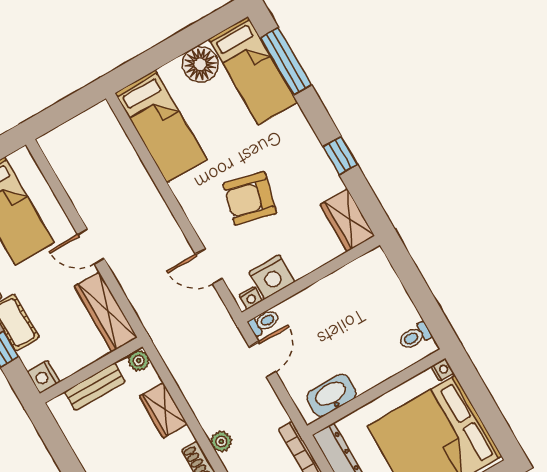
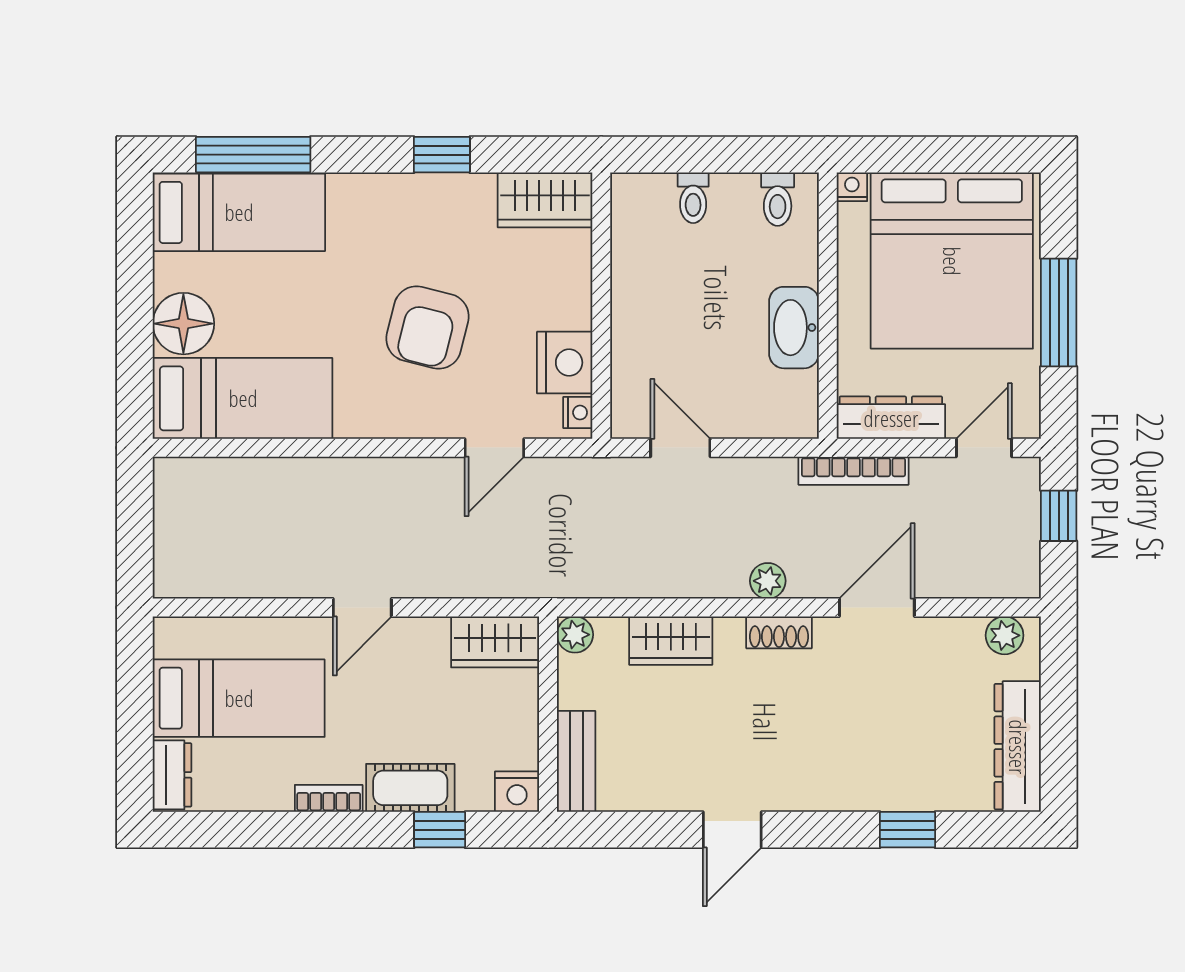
floor lamp: (200, 64) -> (183, 324), moved
wardrobe: (106, 312) -> (495, 642), width x0.67
toilet: (264, 322) -> (693, 198), moved, turned 180
bench: (95, 387) -> (576, 761), moved
washbasin: (331, 395) -> (794, 328), moved

